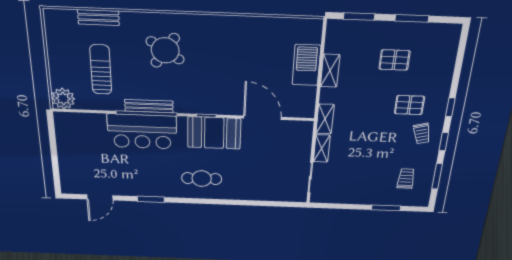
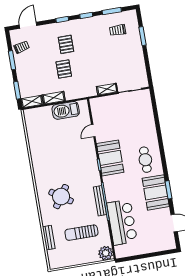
door: (460, 55) -> (28, 25), added
pallet: (395, 60) -> (64, 69), moved
barbecue: (306, 65) -> (66, 110), moved
door: (262, 118) -> (93, 131), width x0.53
shelving: (325, 119) -> (32, 102), moved
bar counter: (142, 132) -> (122, 222), moved
trolley: (422, 134) -> (22, 47), moved
booth: (150, 183) -> (156, 192), added

